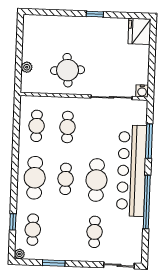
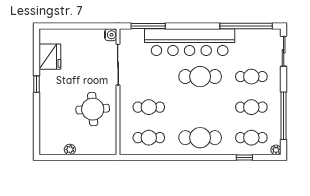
fridge: (139, 31) -> (50, 57), moved, turned -90
plant: (27, 67) -> (70, 149), moved
window: (149, 141) -> (148, 26), moved
cafe table: (66, 179) -> (251, 107), moved
window: (147, 202) -> (246, 26), moved
window: (54, 263) -> (284, 116), width x2.11

